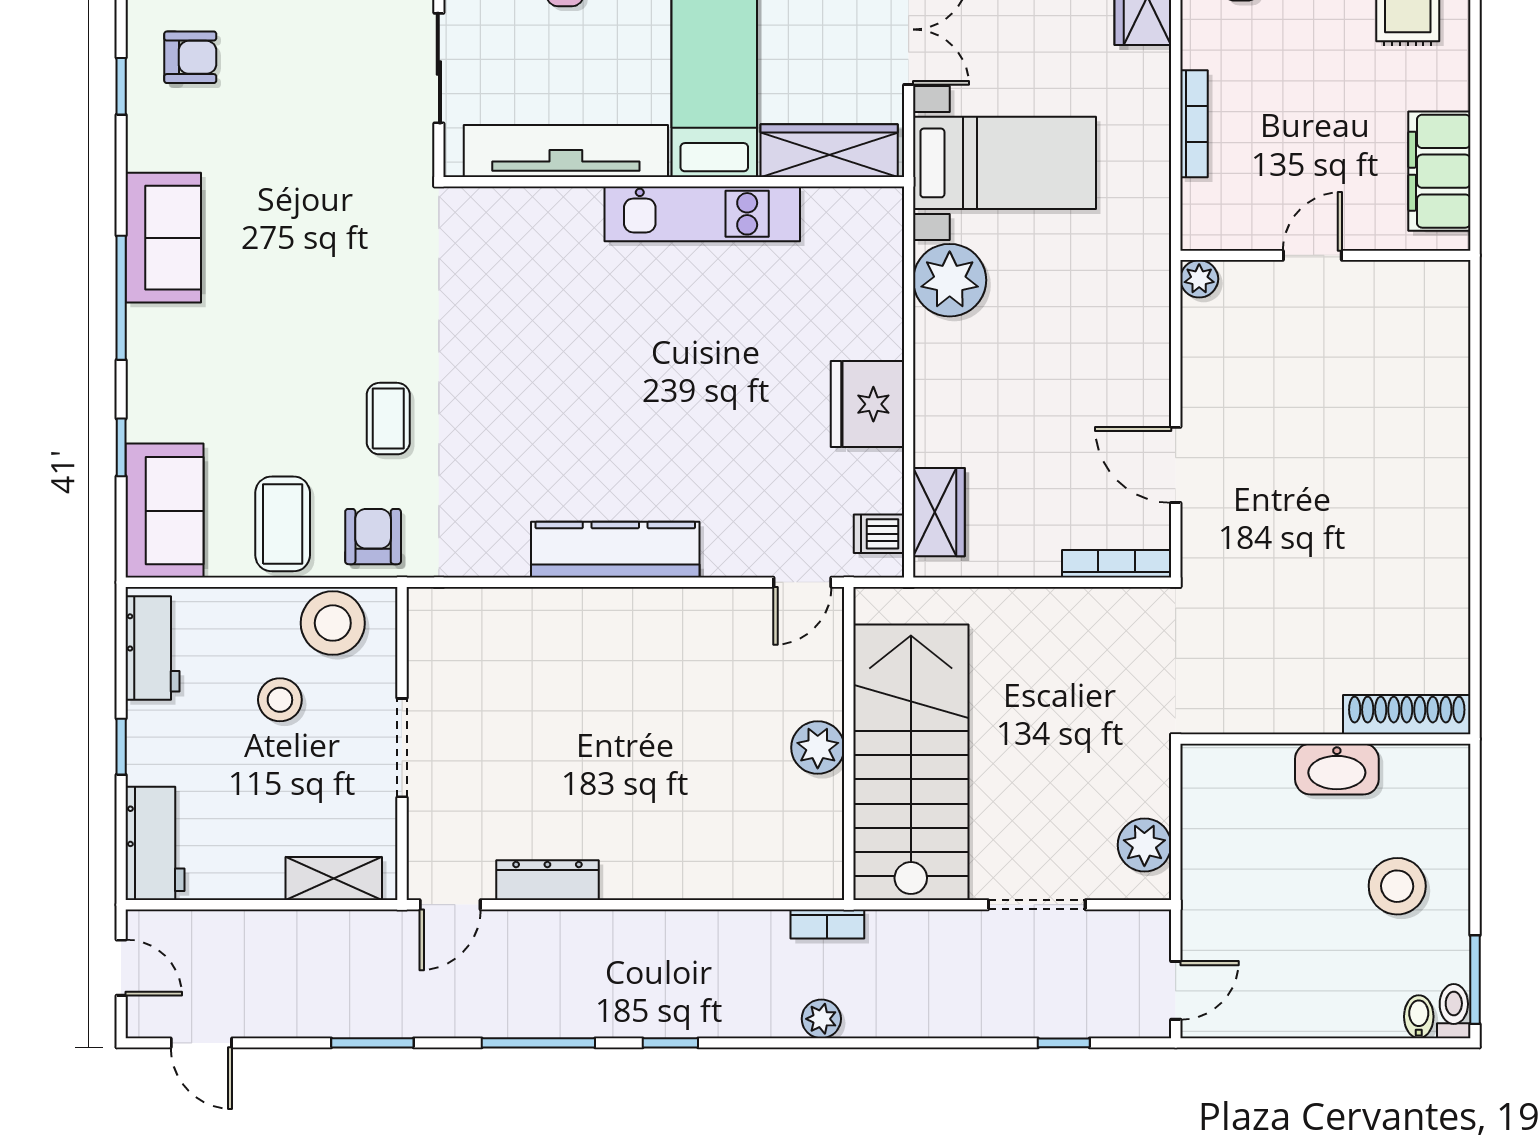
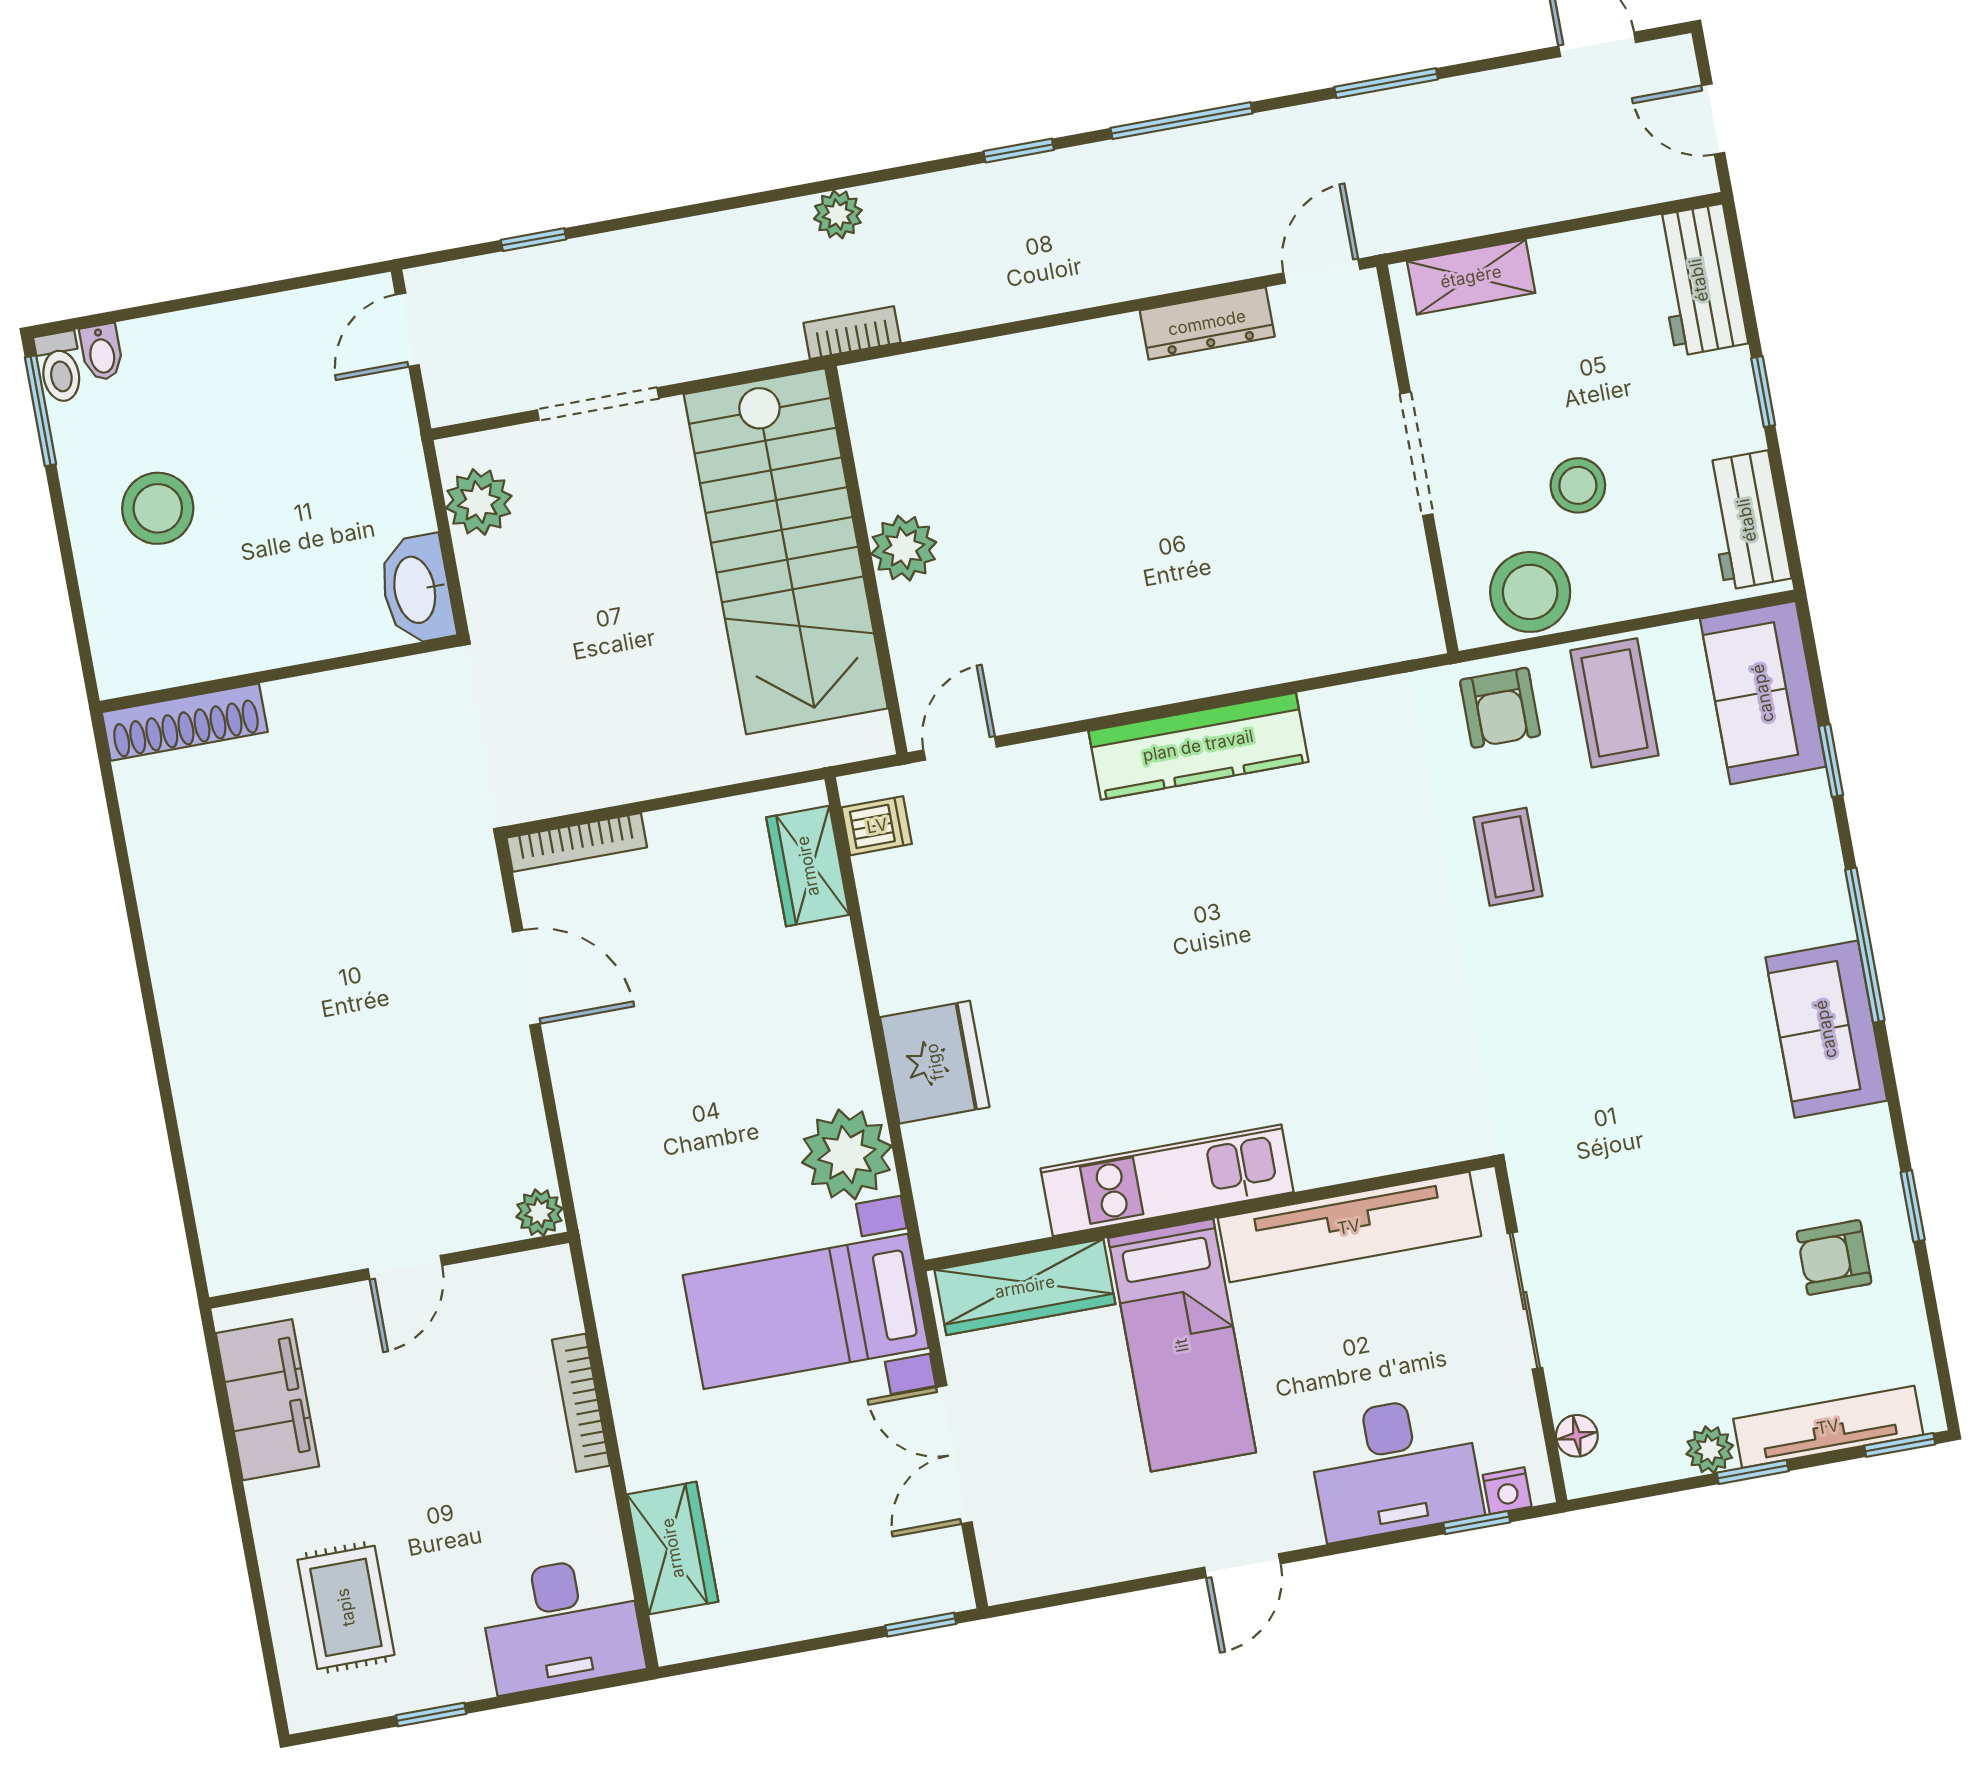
fridge: (867, 404) -> (935, 1062), moved
washbasin: (1337, 769) -> (417, 589), moved, turned -90

